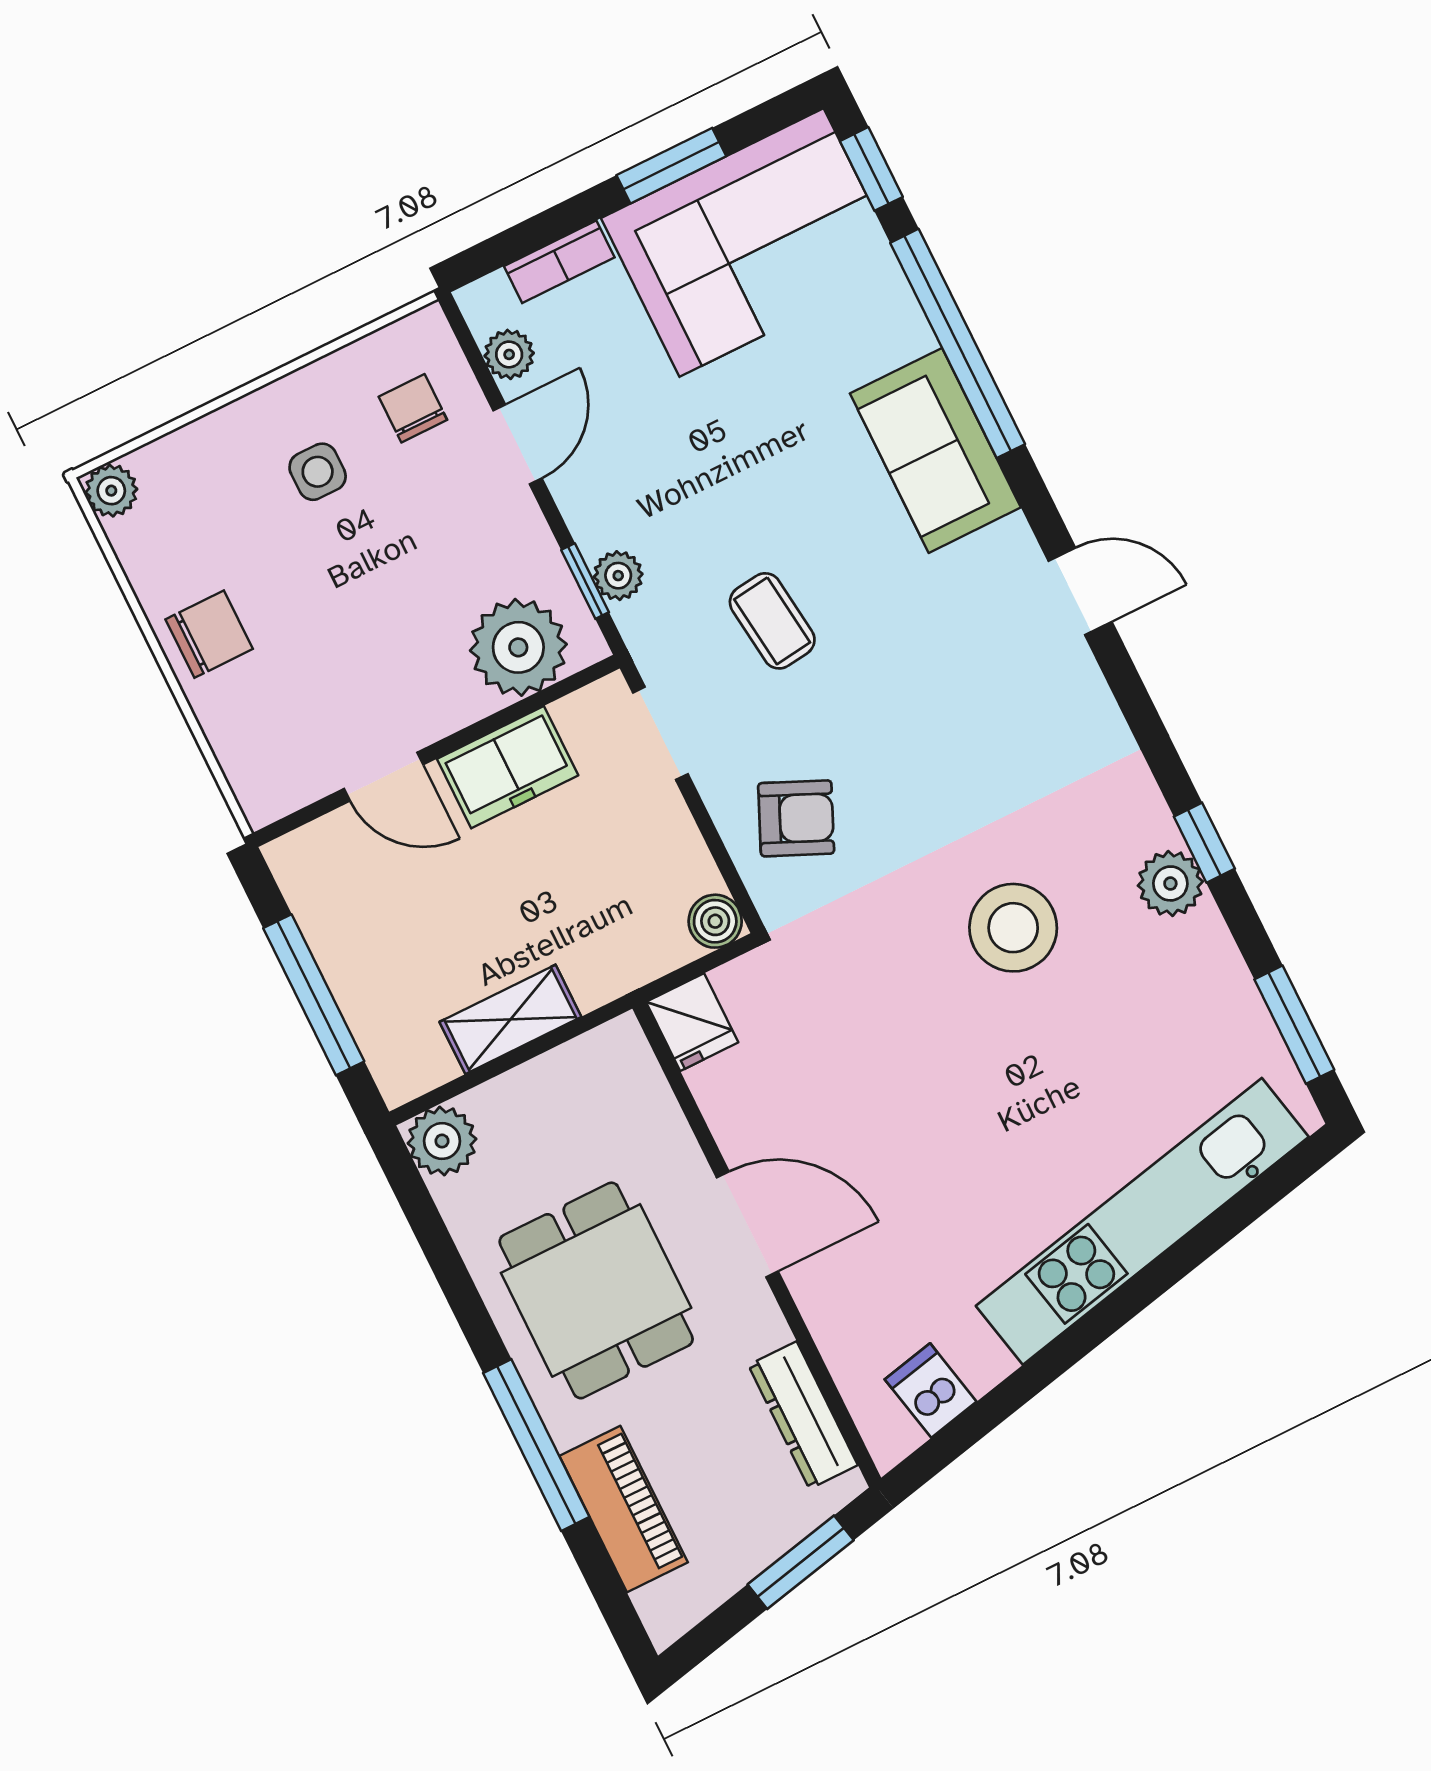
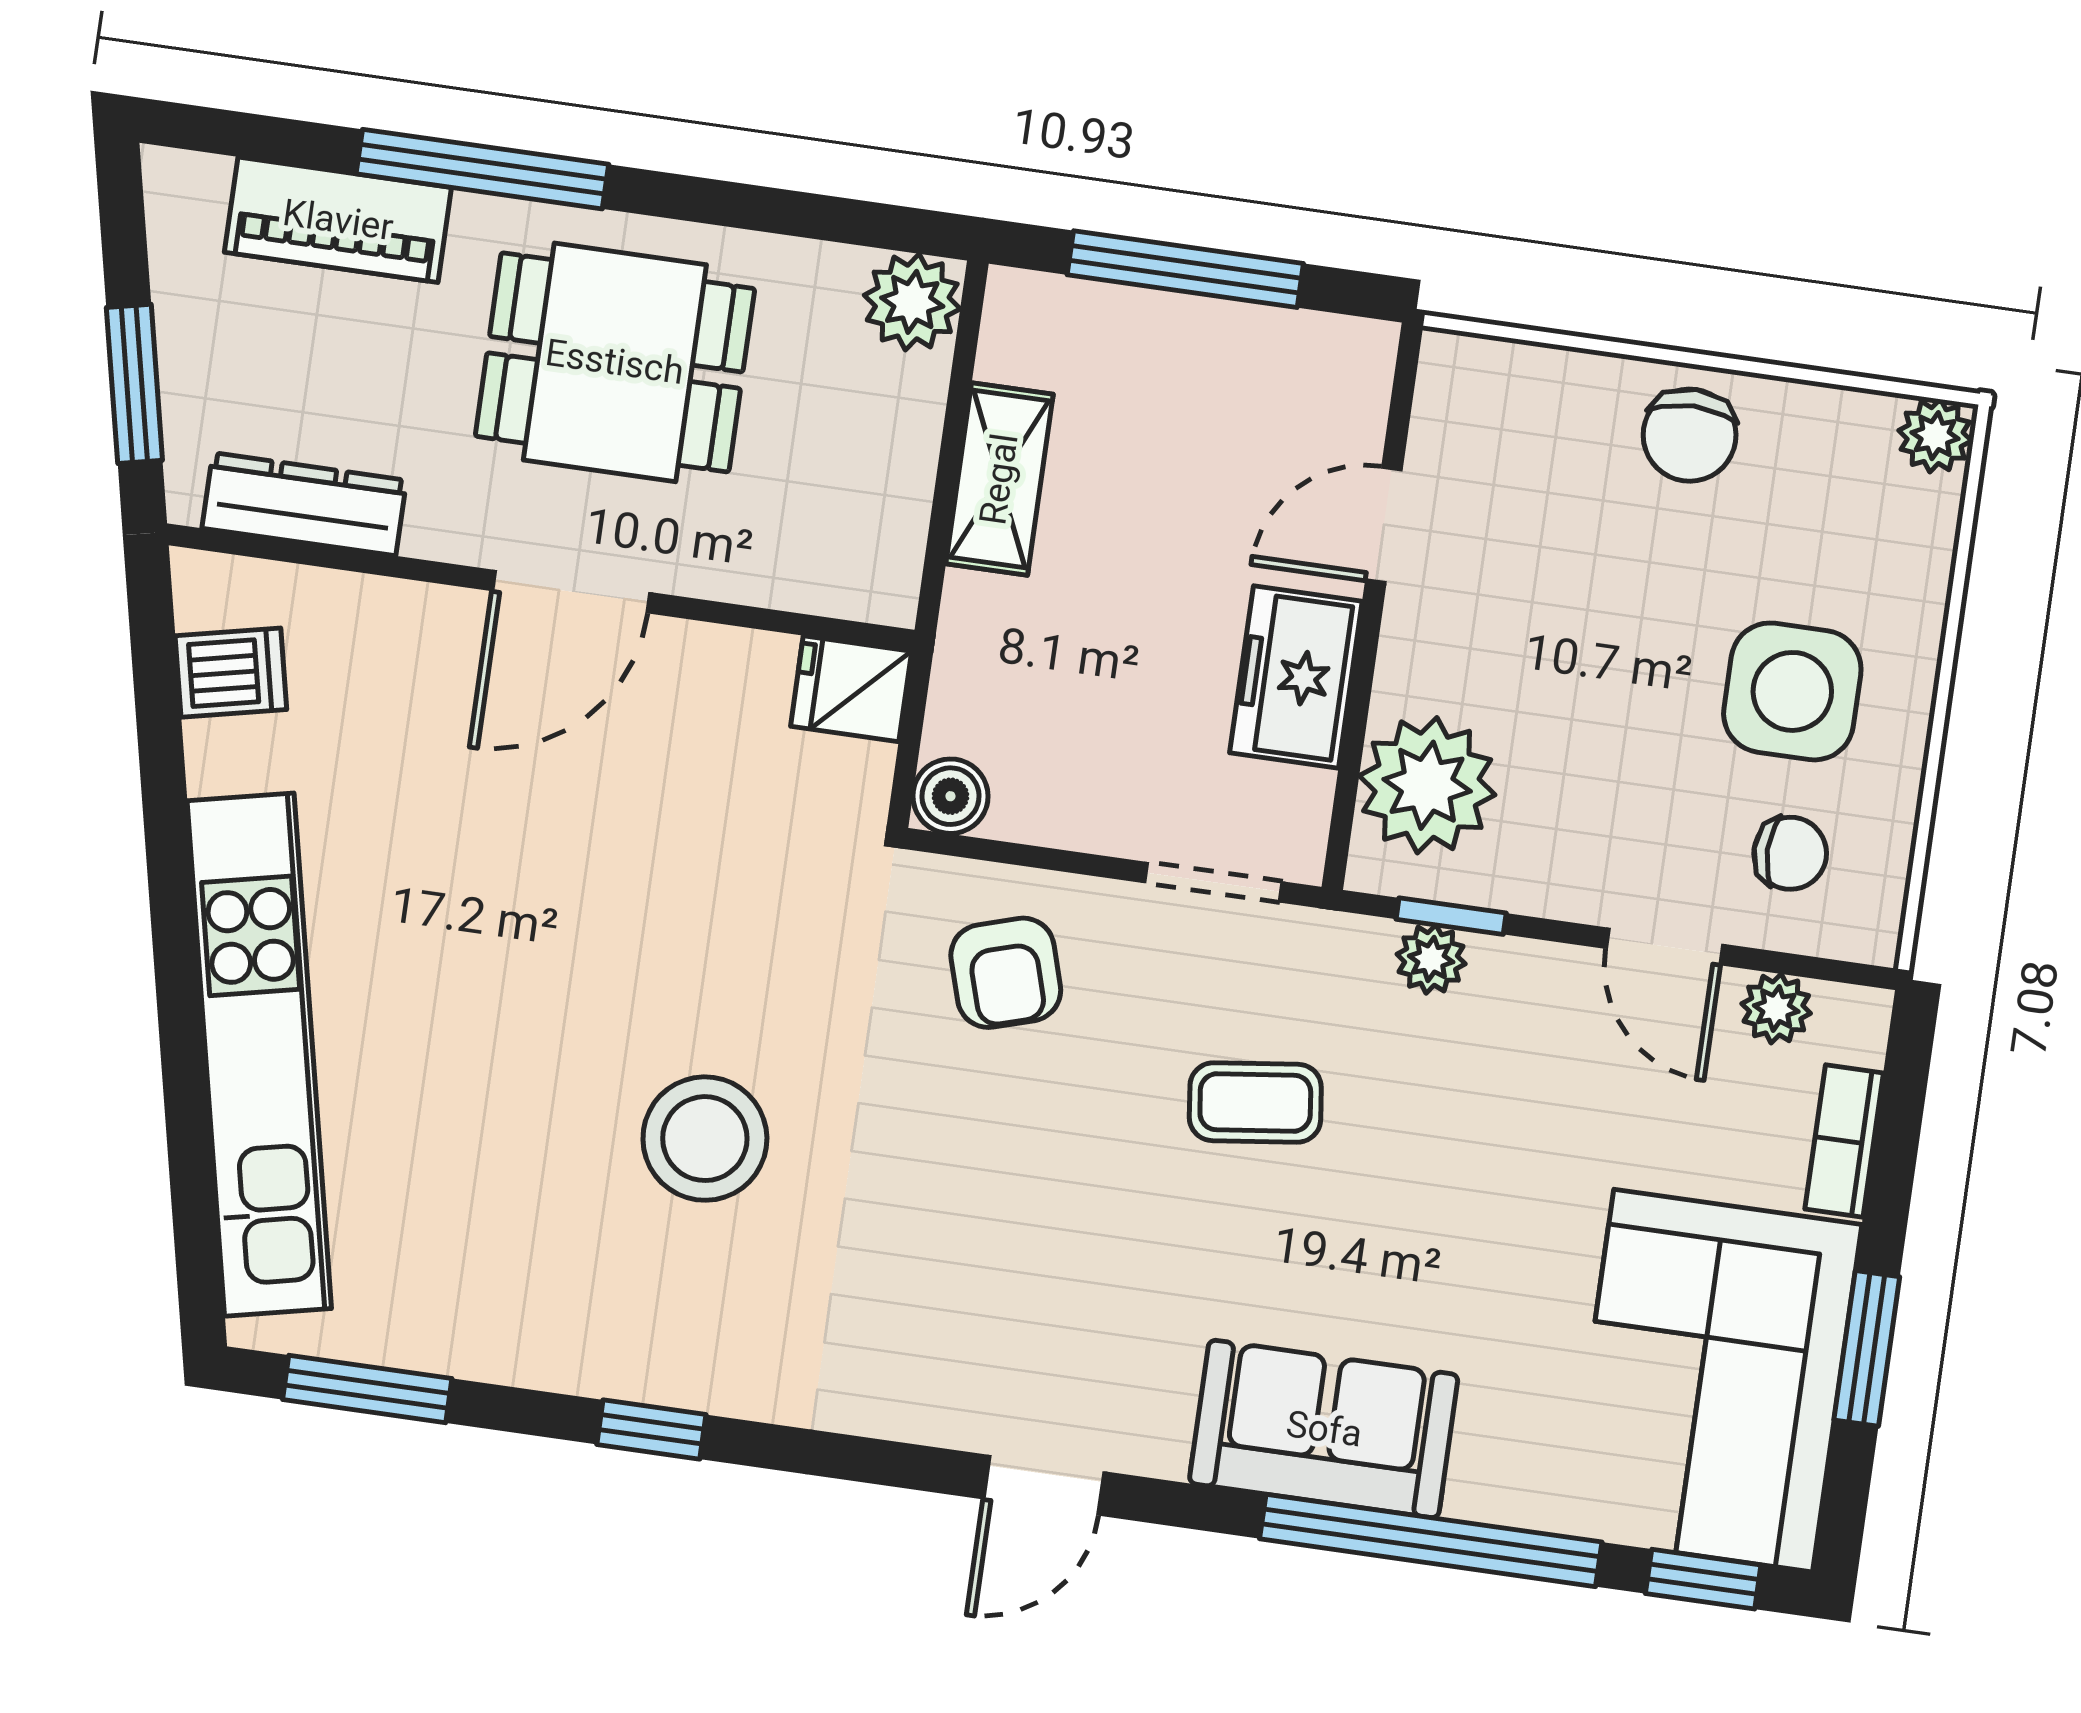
side table: (318, 472) -> (1792, 691), width x1.87, depth x1.87
armchair: (796, 818) -> (1006, 973), turned -41
plant: (1170, 883) -> (631, 1357), removed

